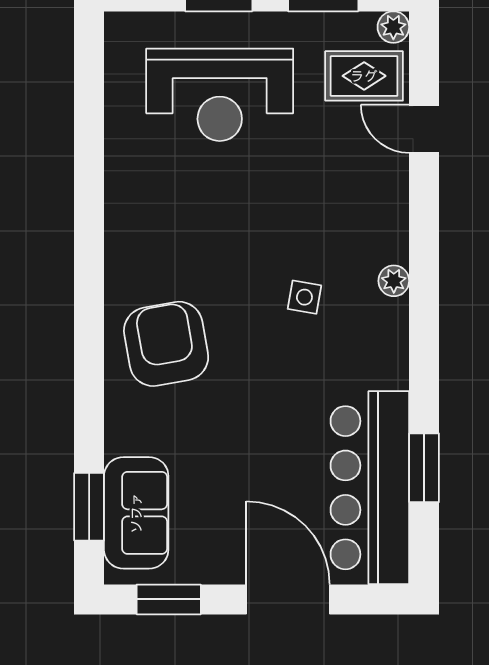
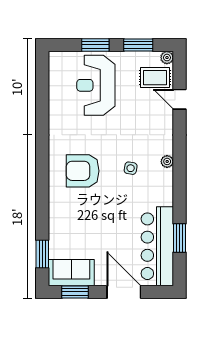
reception desk: (220, 95) -> (96, 85), turned 90
armchair: (166, 344) -> (83, 171), moved, turned -80
sofa: (136, 513) -> (71, 273), moved, turned -90

